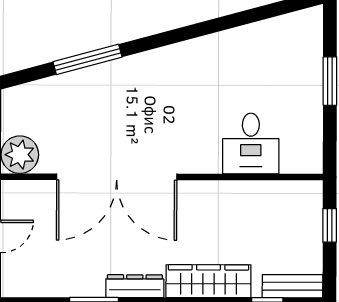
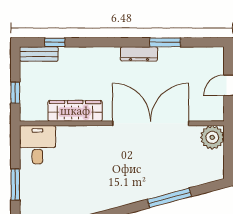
desk: (251, 144) -> (37, 145), moved
wardrobe: (208, 281) -> (75, 111), moved, turned 180

